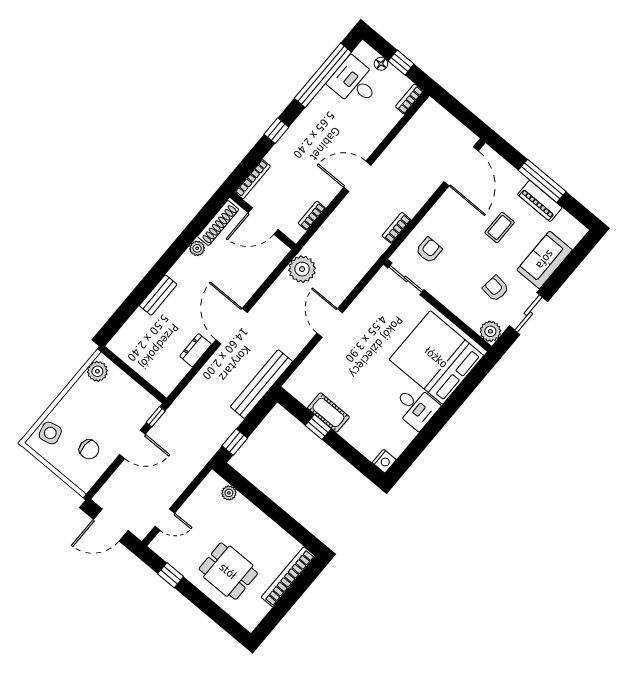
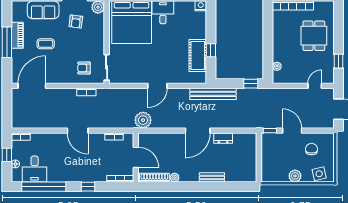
plant: (97, 371) -> (295, 176), moved
cot: (328, 413) -> (198, 56), width x1.37, depth x1.34
door: (165, 520) -> (315, 86), hinge flipped

